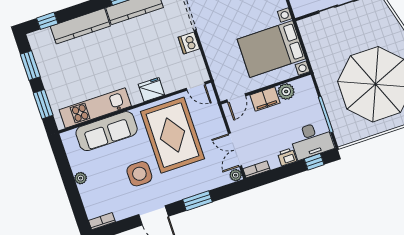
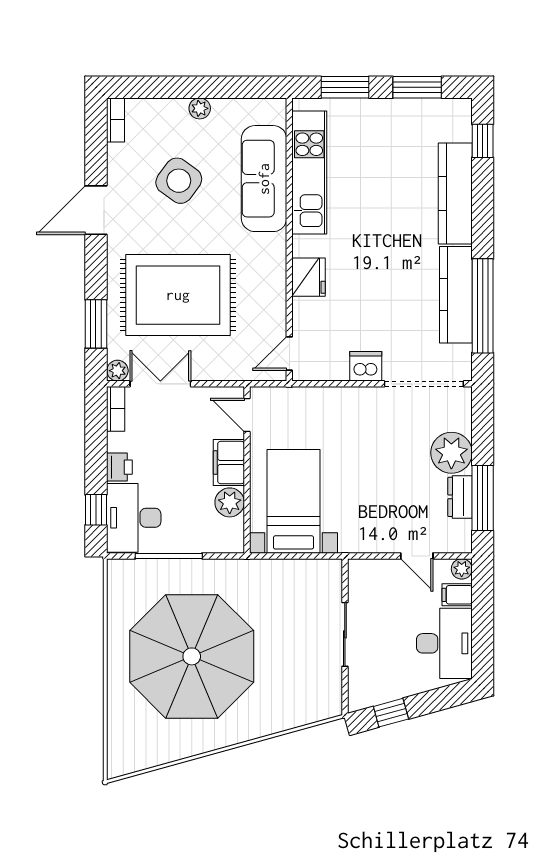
bed with nightstands: (271, 49) -> (293, 501), width x0.73
rug: (172, 135) -> (178, 295), moved
side table: (139, 174) -> (179, 181), moved, turned 36
window: (197, 201) -> (96, 324), moved

